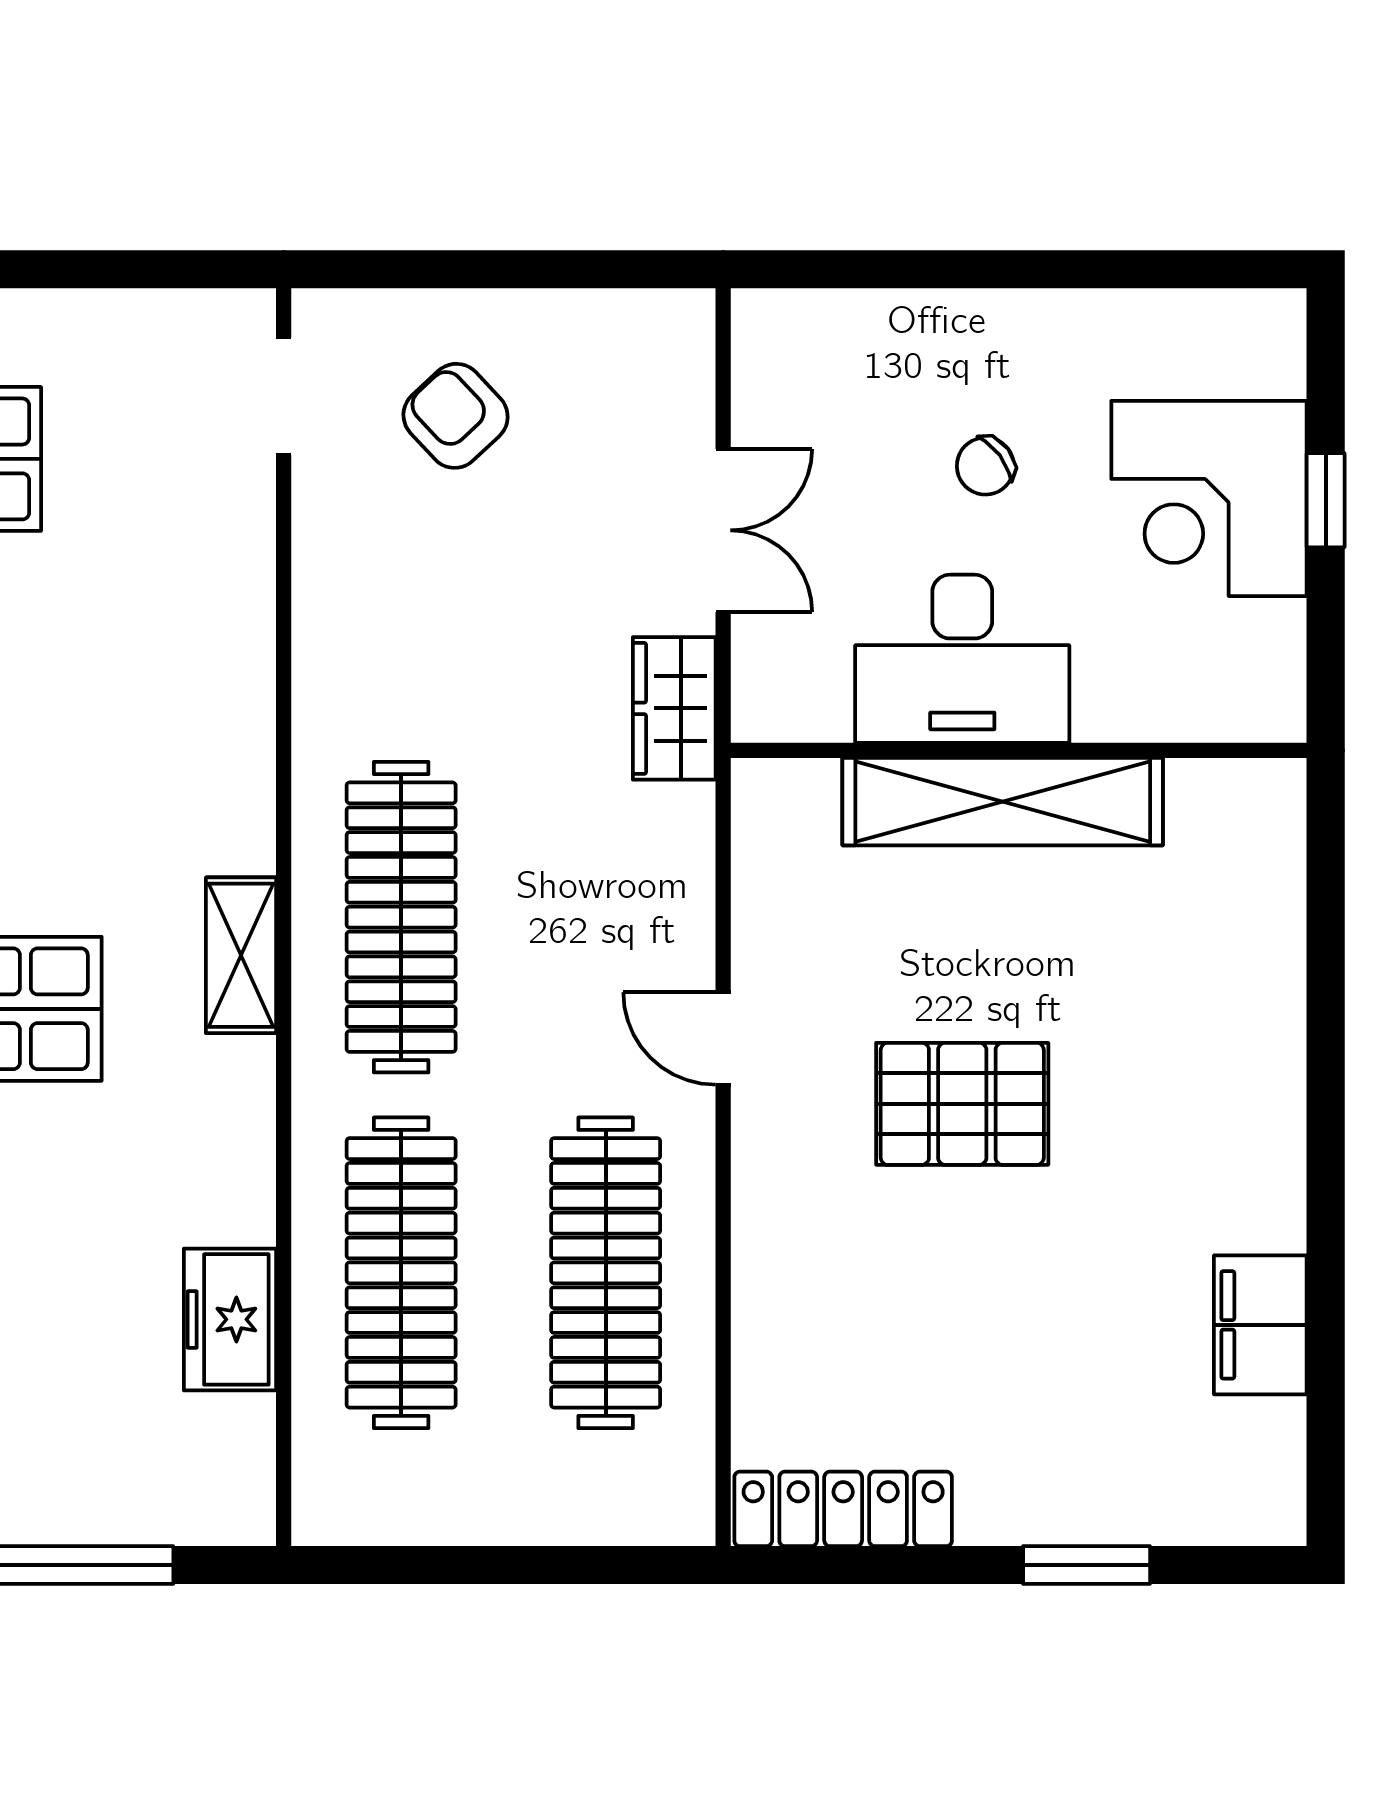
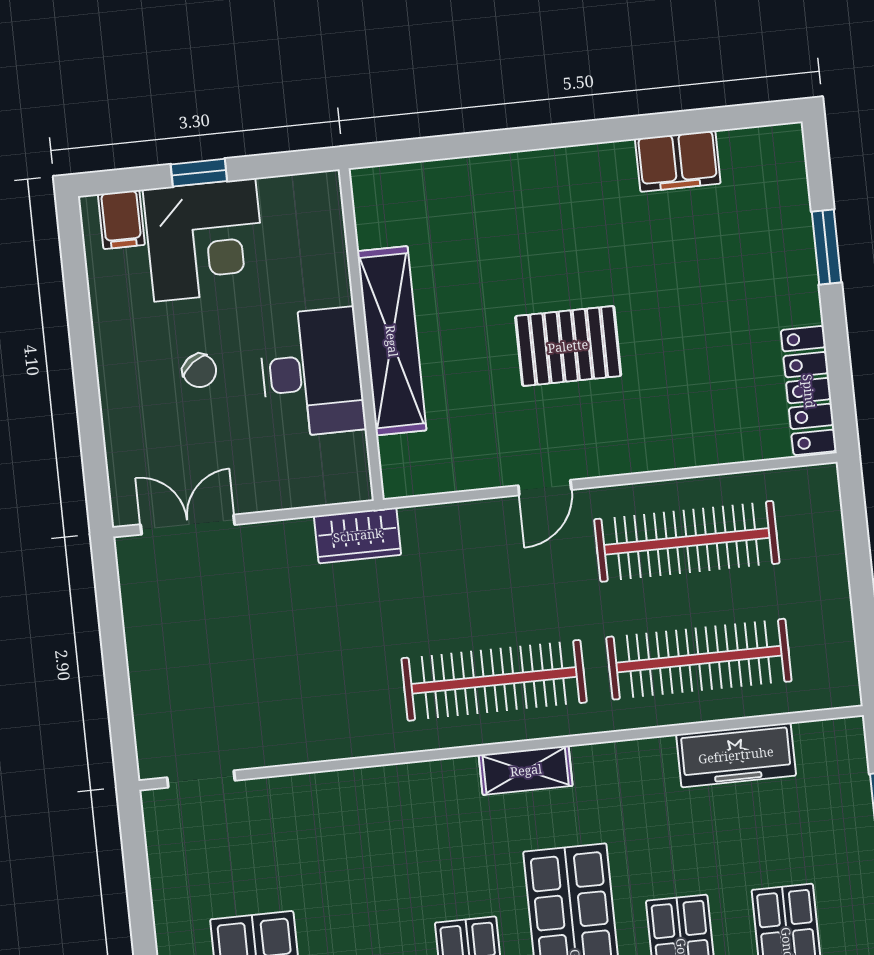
filing cabinet: (1259, 359) -> (121, 220), added
armchair: (456, 416) -> (202, 679), removed
double door: (723, 530) -> (188, 525), moved
pallet: (962, 1104) -> (568, 346), turned 90
freezer: (230, 1319) -> (736, 755), width x1.40

